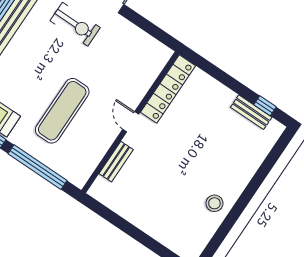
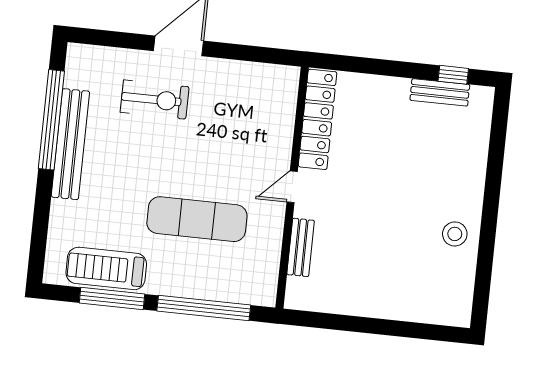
exercise mat: (62, 111) -> (197, 219), turned 90
door: (131, 122) -> (292, 187), hinge flipped

